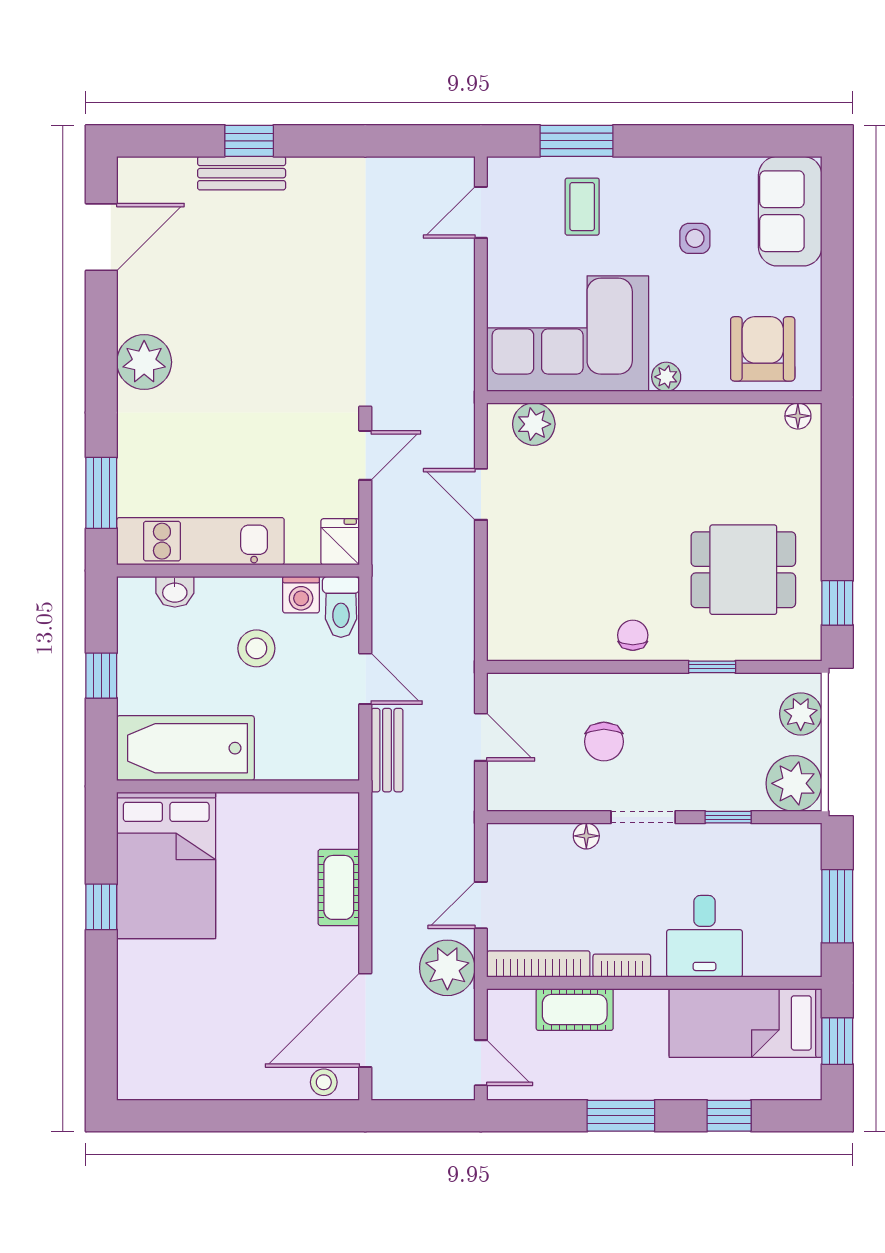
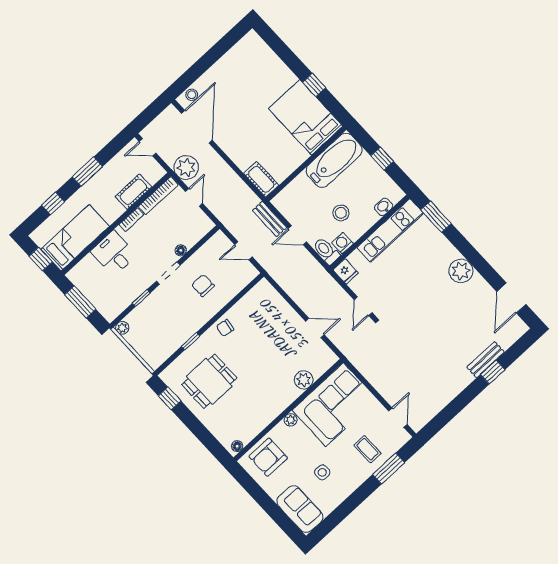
armchair: (763, 349) -> (268, 457), turned 90
plant: (534, 424) -> (304, 380), moved
chair: (633, 635) -> (225, 328), turned 100
plant: (801, 714) -> (149, 352), removed
plant: (794, 783) -> (122, 328), width x0.53, depth x0.53
cot: (339, 887) -> (261, 179), moved

